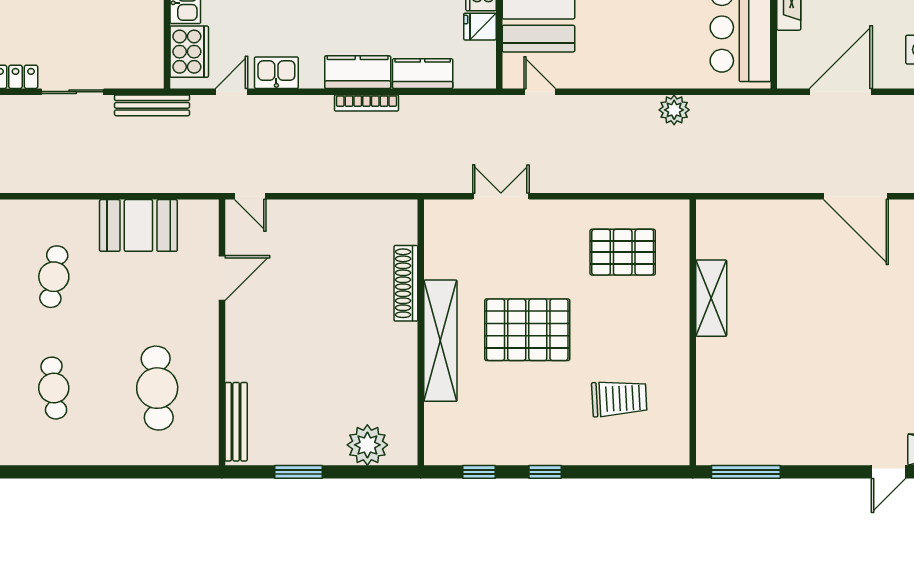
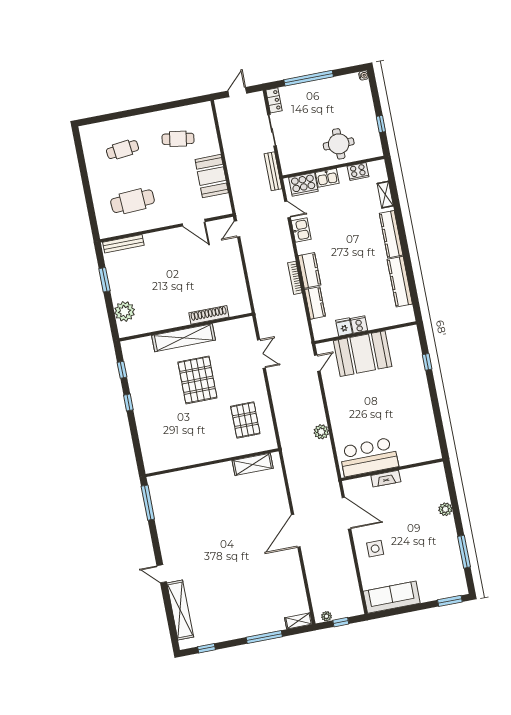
shelving: (711, 298) -> (253, 464), moved
trolley: (619, 398) -> (172, 432), removed

